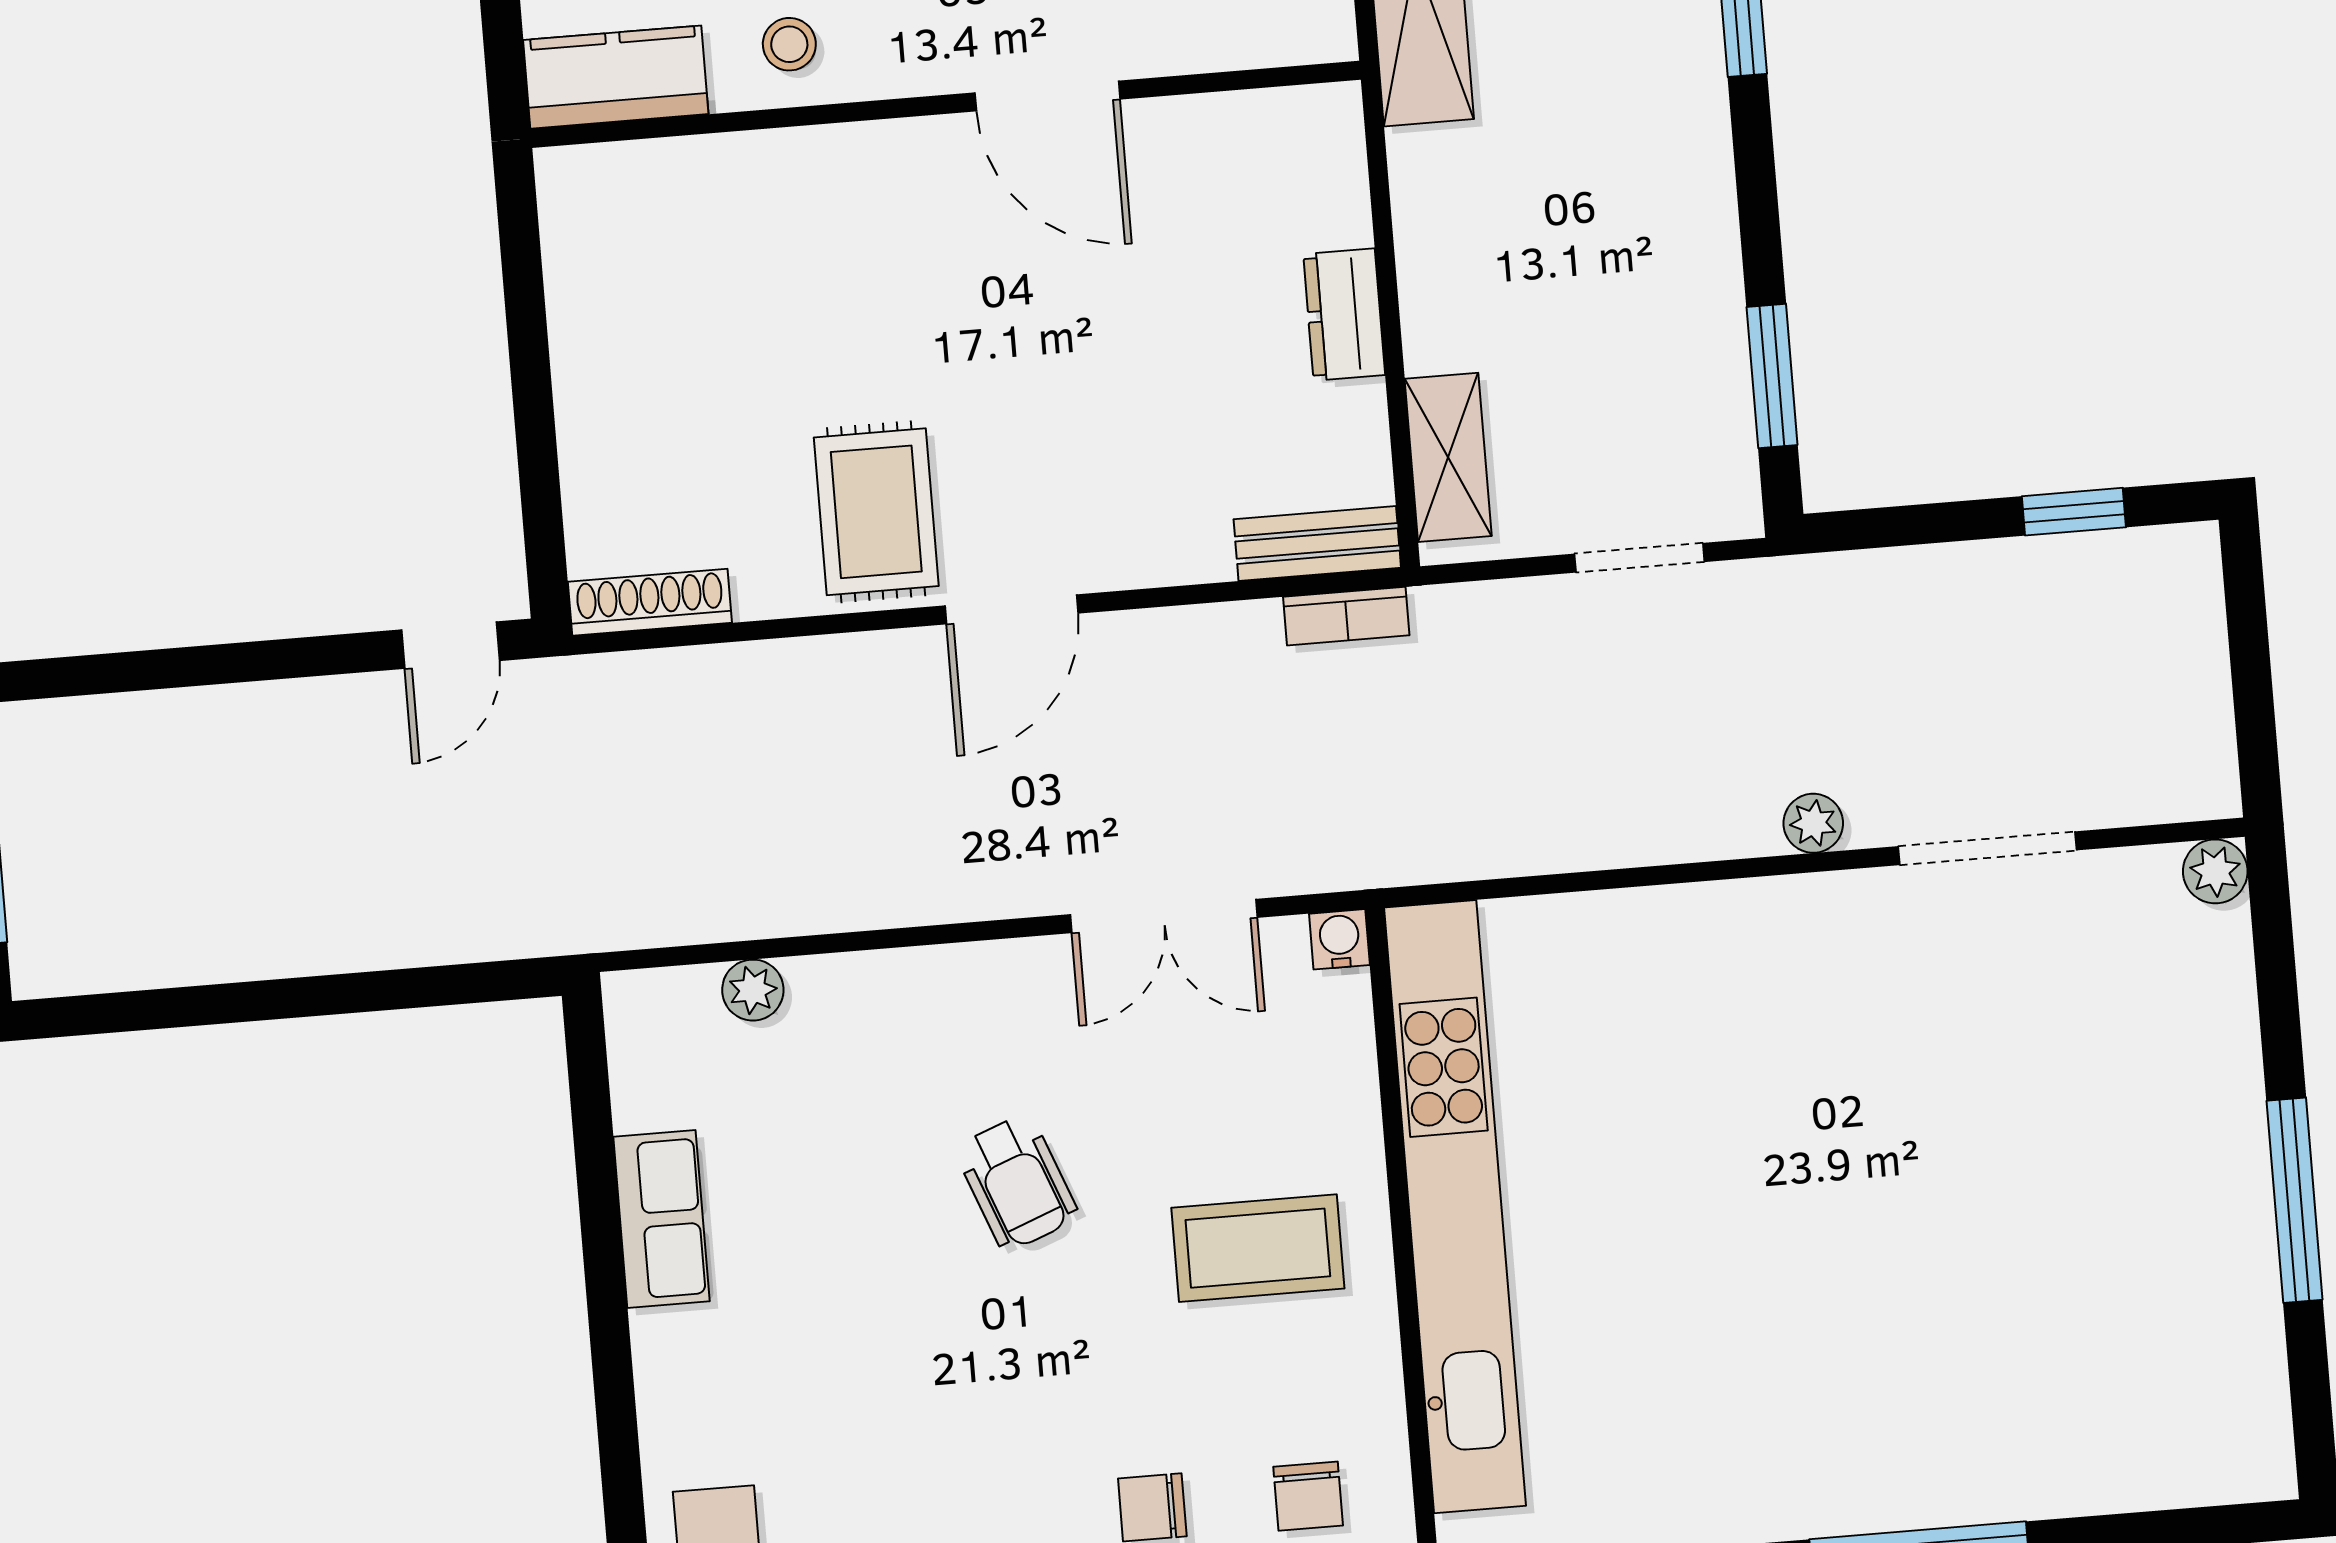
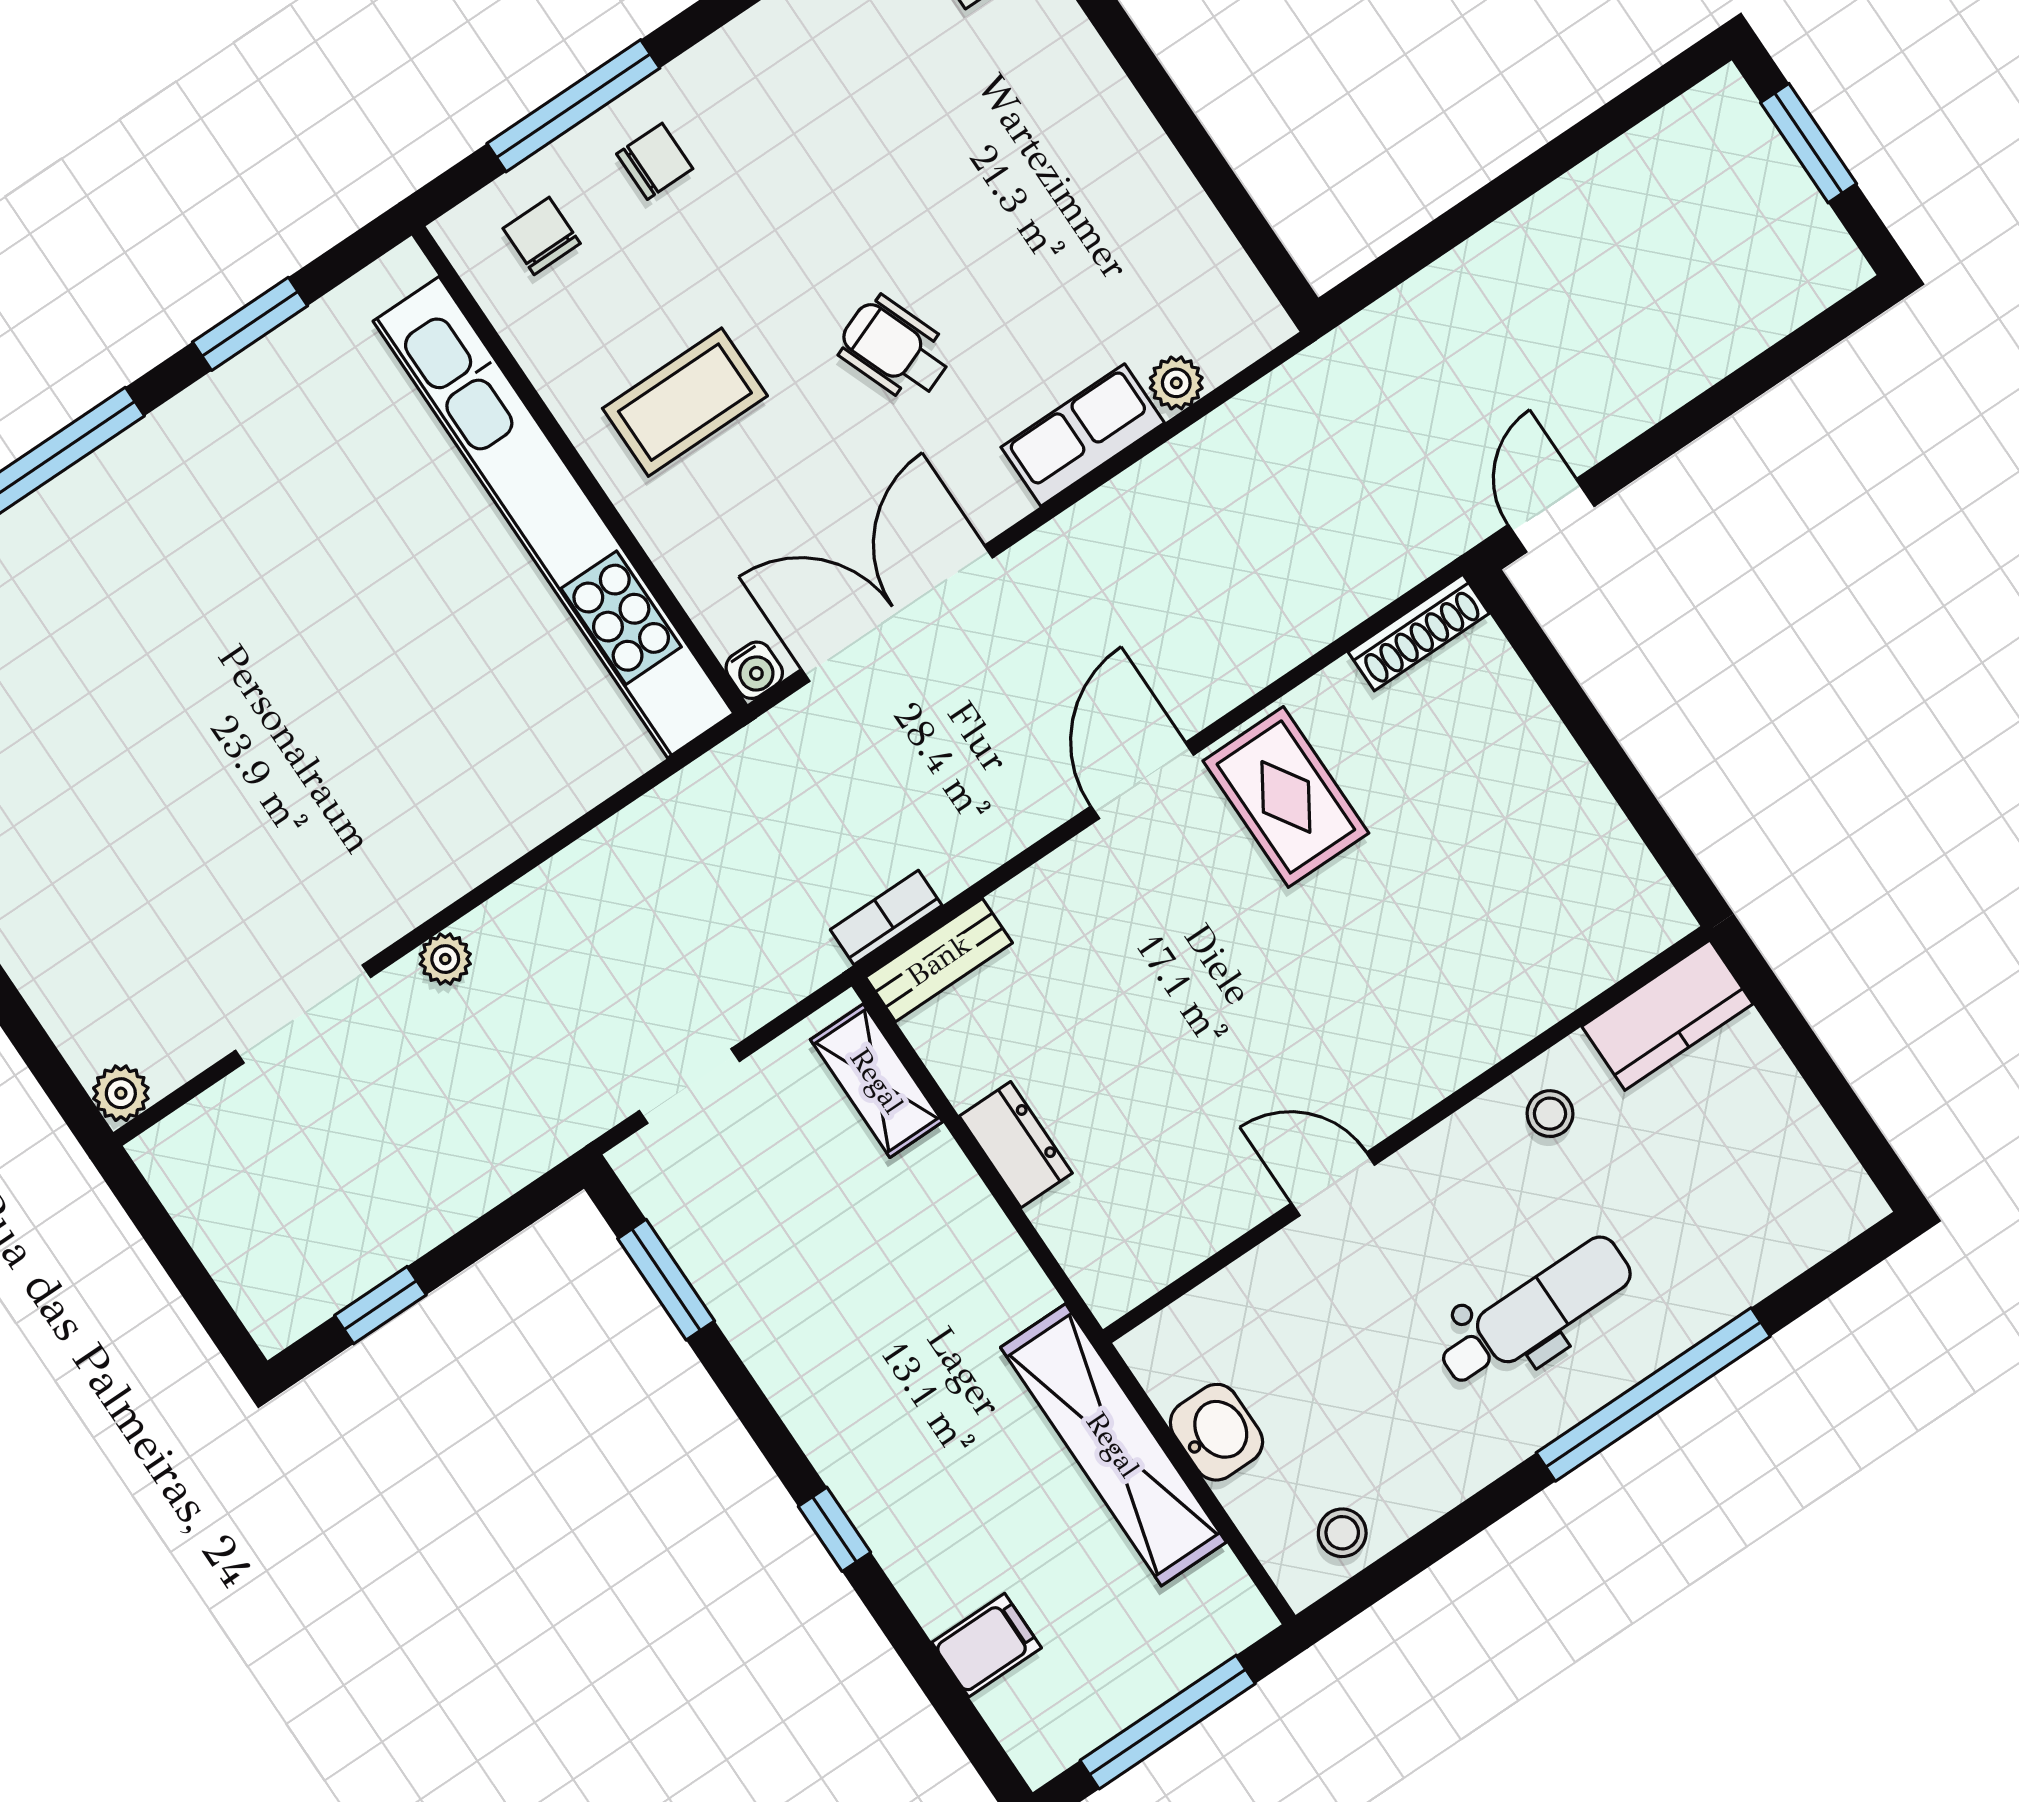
door: (1047, 96) -> (1333, 1184), width x0.73
double door: (1164, 916) -> (897, 613), width x1.37
row of seats: (661, 1219) -> (1083, 435), moved, turned 90

